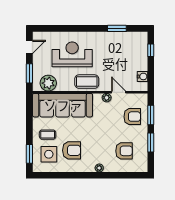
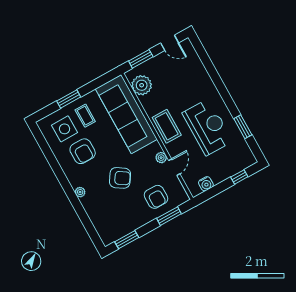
reception desk: (72, 54) -> (207, 127), moved
window: (151, 143) -> (127, 240), moved
armchair: (124, 151) -> (120, 178), moved, turned -57
window: (29, 154) -> (69, 99), moved

